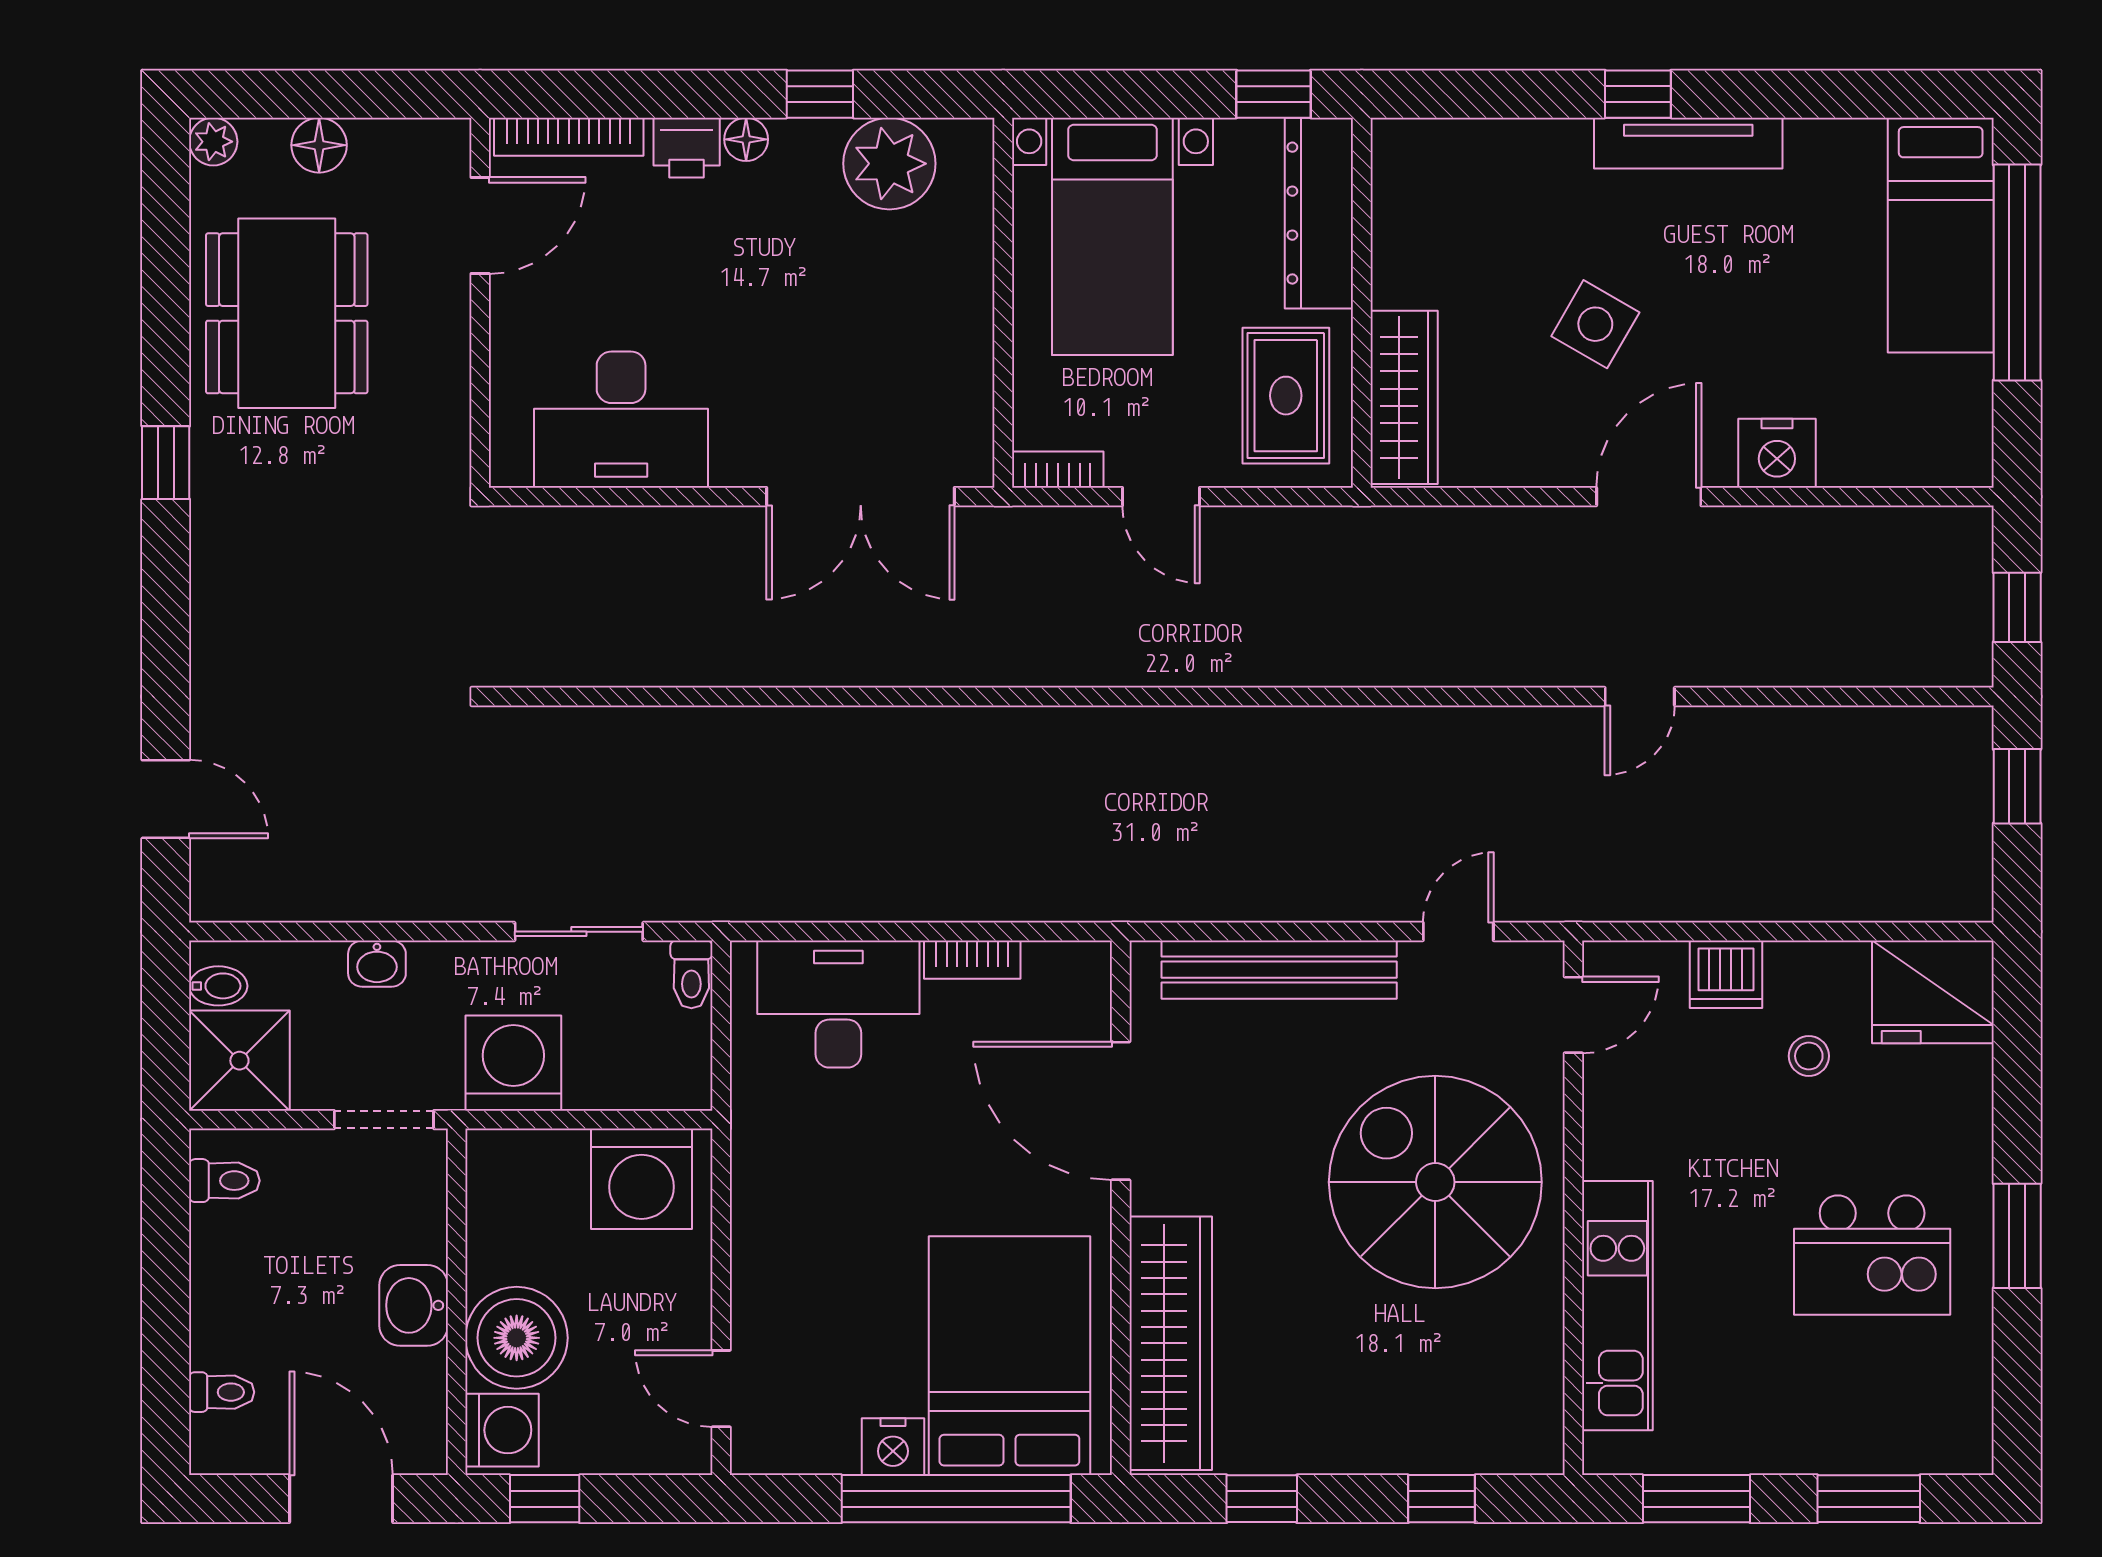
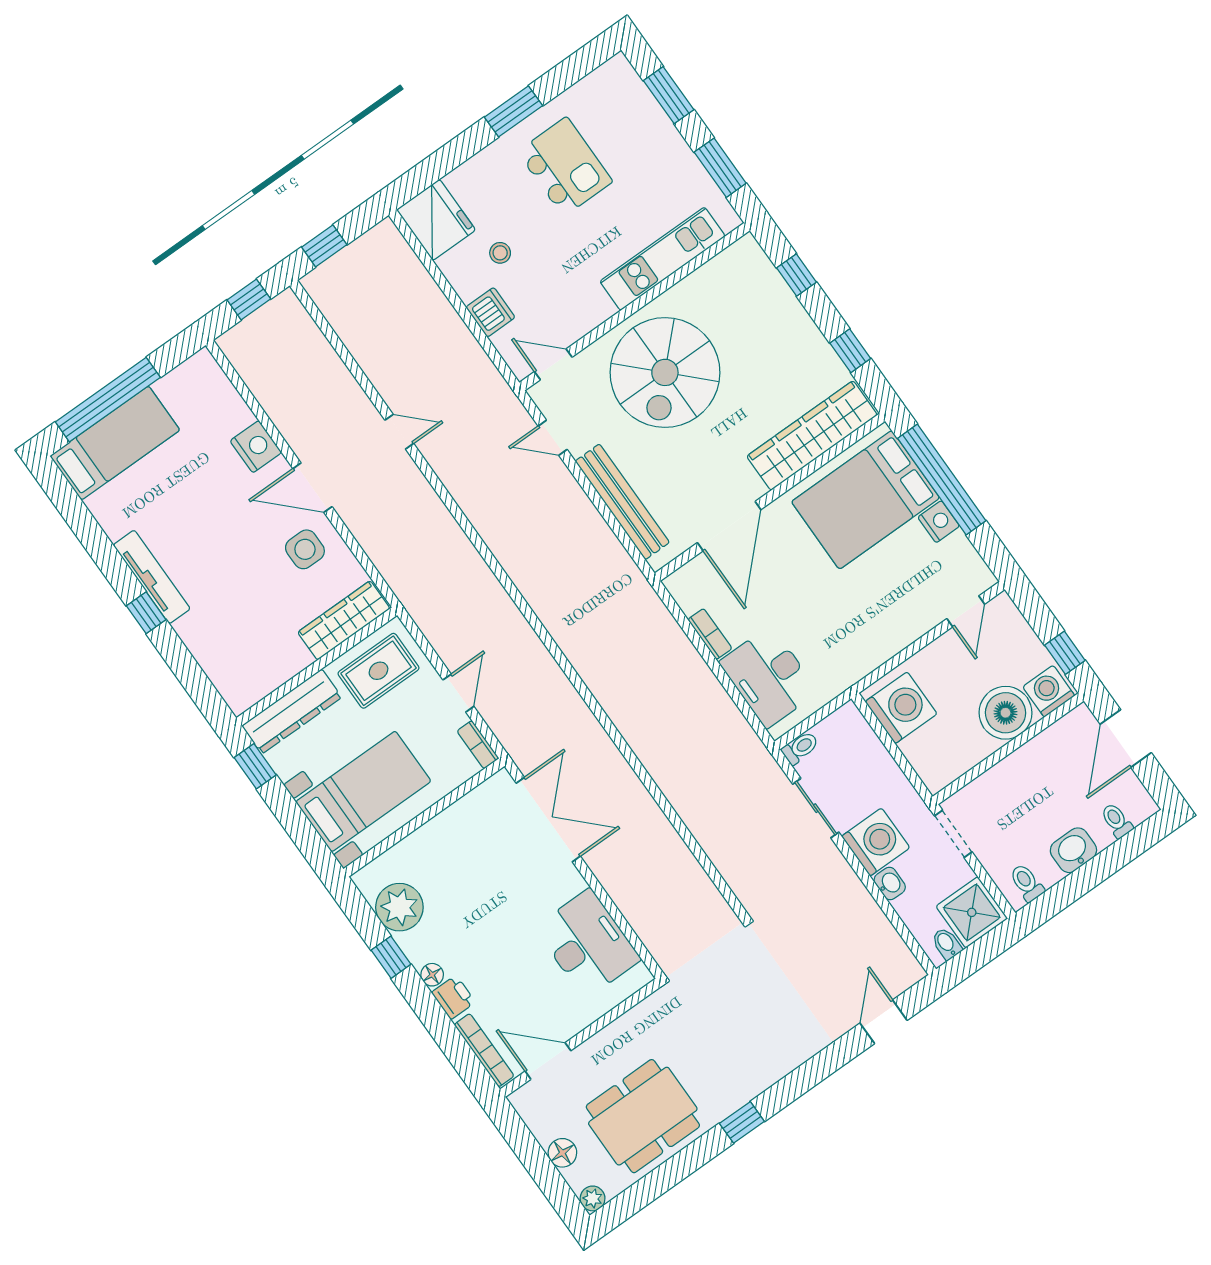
side table: (1595, 324) -> (305, 549), moved, turned -30
washing machine: (513, 1063) -> (876, 842), moved, turned 180
washbasin: (414, 1305) -> (1073, 850), moved, turned 180

